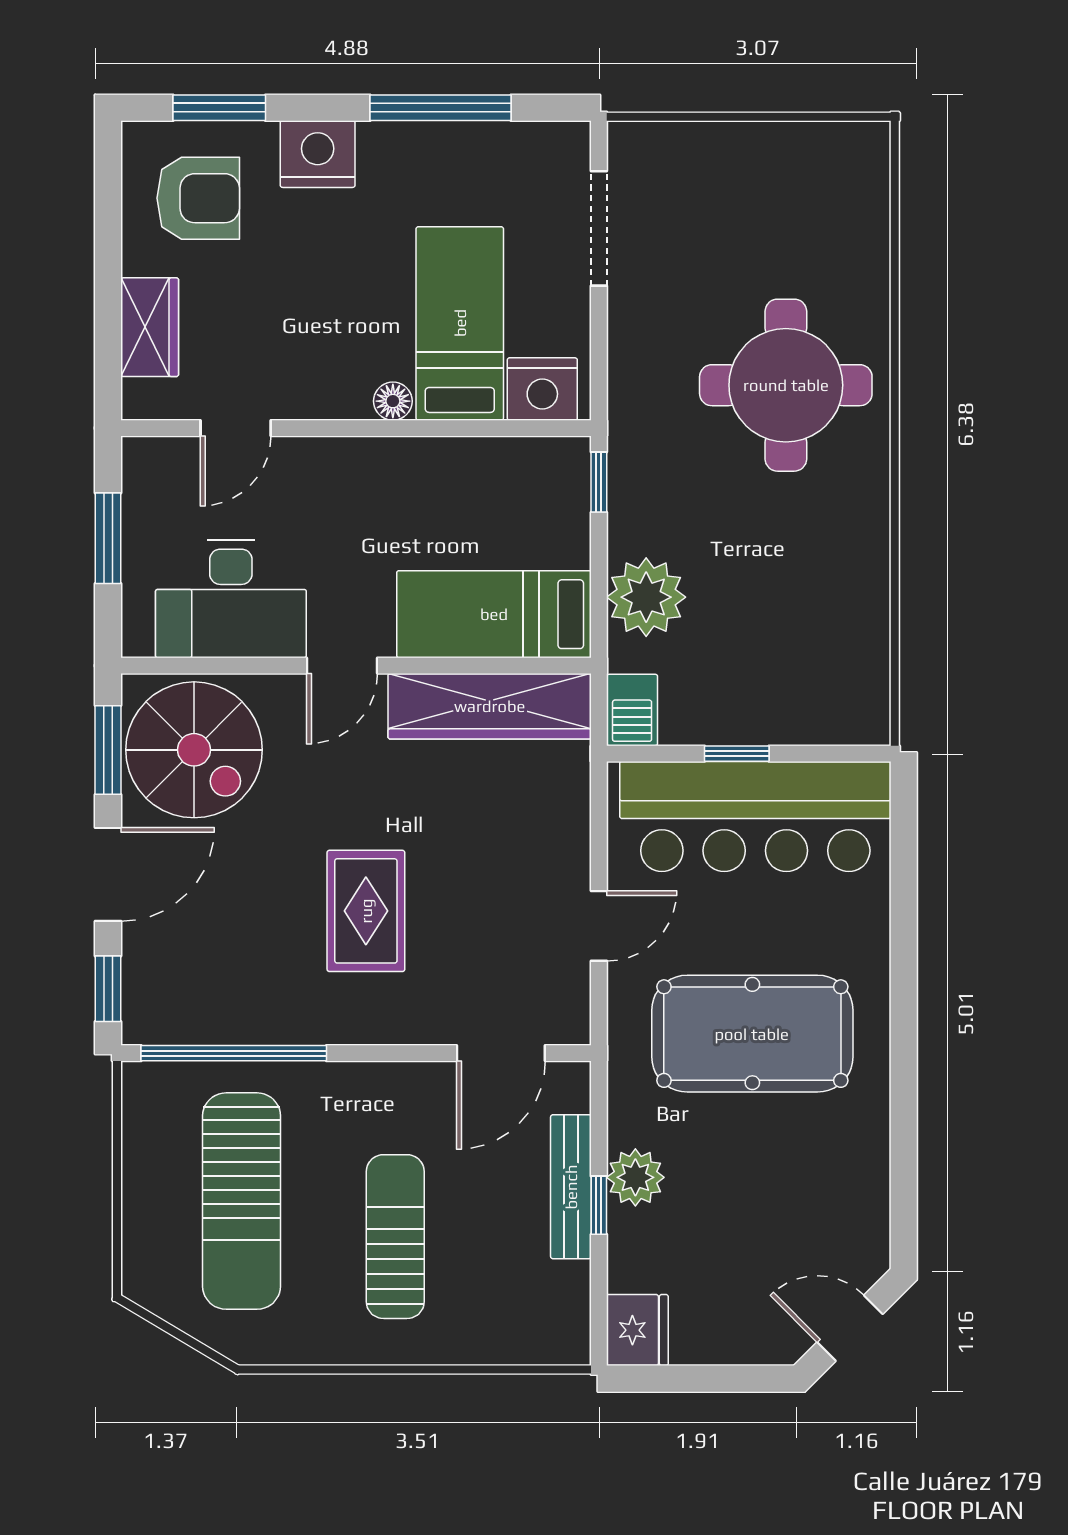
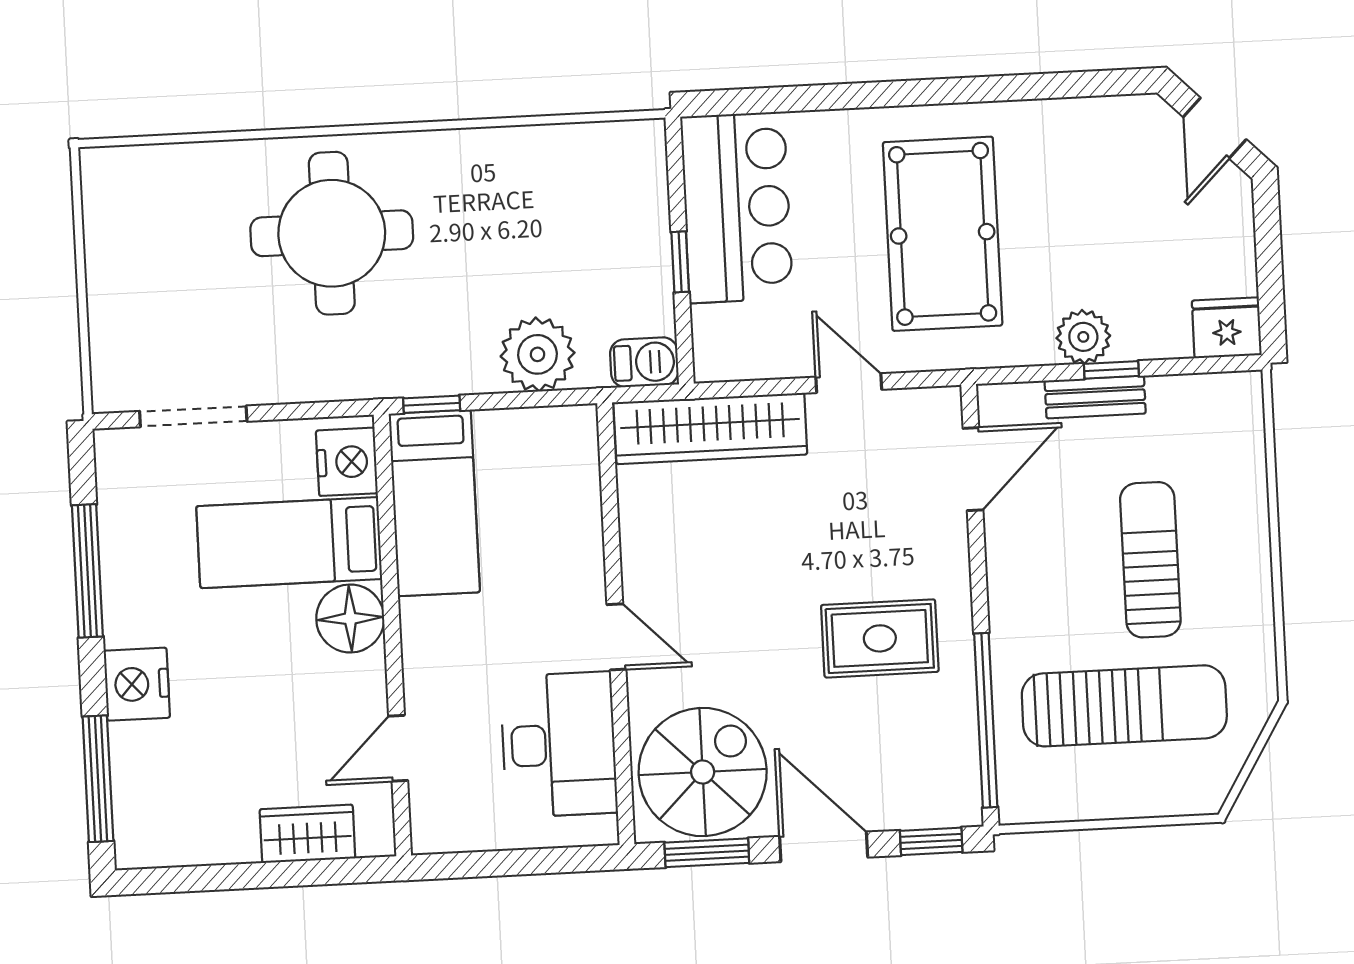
window: (219, 108) -> (98, 779), width x1.44
armchair: (198, 198) -> (184, 794), removed
floor lamp: (393, 401) -> (350, 618), width x1.89, depth x1.89
door: (236, 428) -> (398, 748), swing flipped
window: (108, 538) -> (508, 863), removed
bed: (494, 614) -> (434, 503), moved
wardrobe: (490, 706) -> (710, 428), moved, turned 90
bar counter: (755, 816) -> (737, 207), width x0.73
rug: (366, 911) -> (880, 638), moved
door: (501, 1053) -> (973, 469), hinge flipped
bench: (571, 1187) -> (1095, 397), width x0.73
sun lounger: (395, 1237) -> (1150, 560), turned 90

